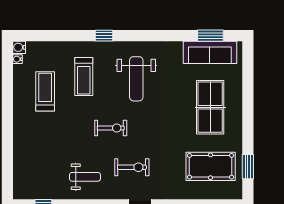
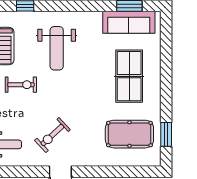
exercise bike: (111, 128) -> (21, 85), moved
exercise bike: (132, 167) -> (52, 135), turned 137

